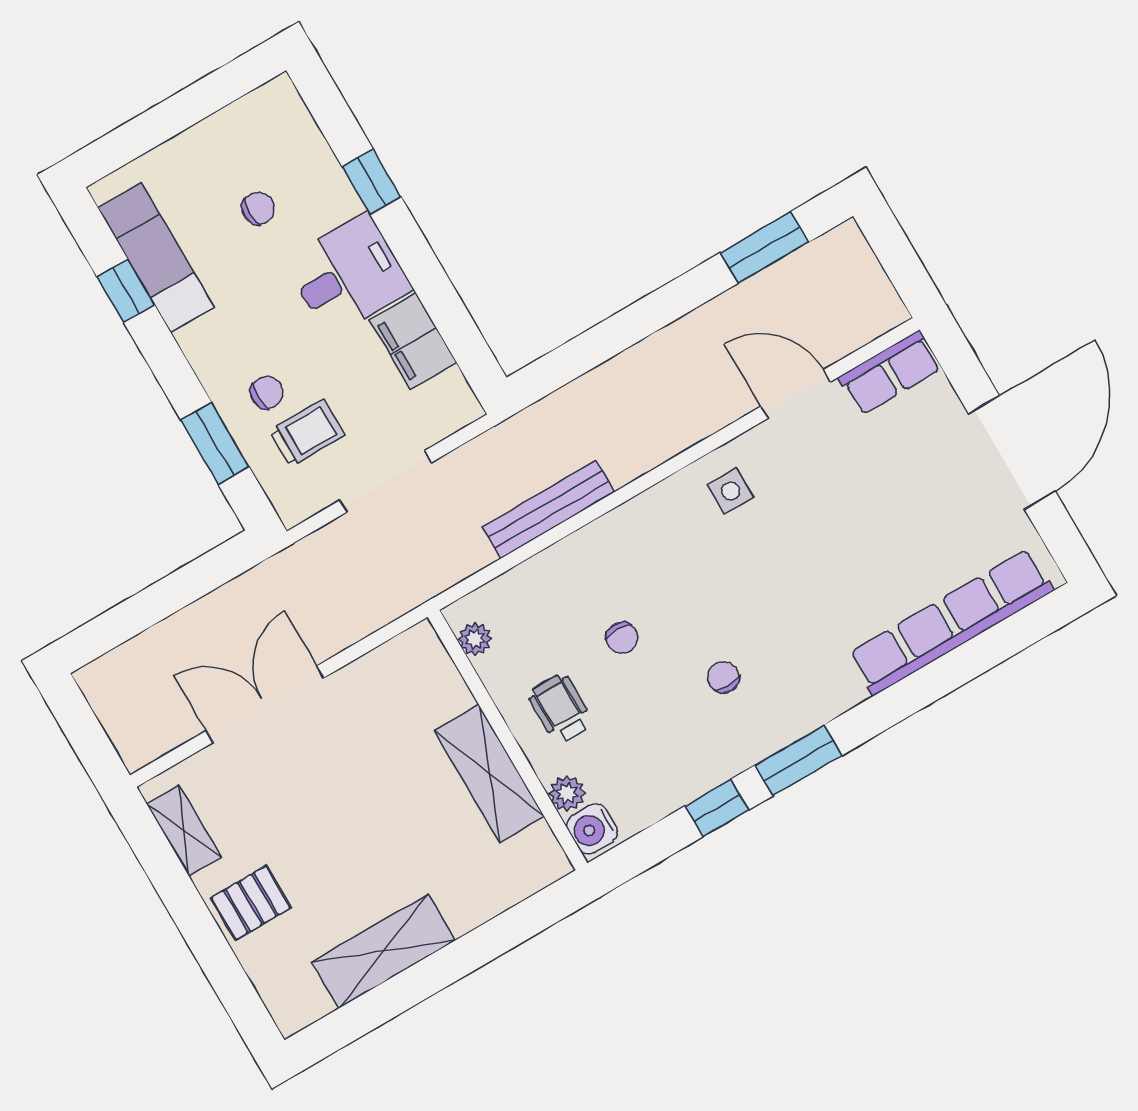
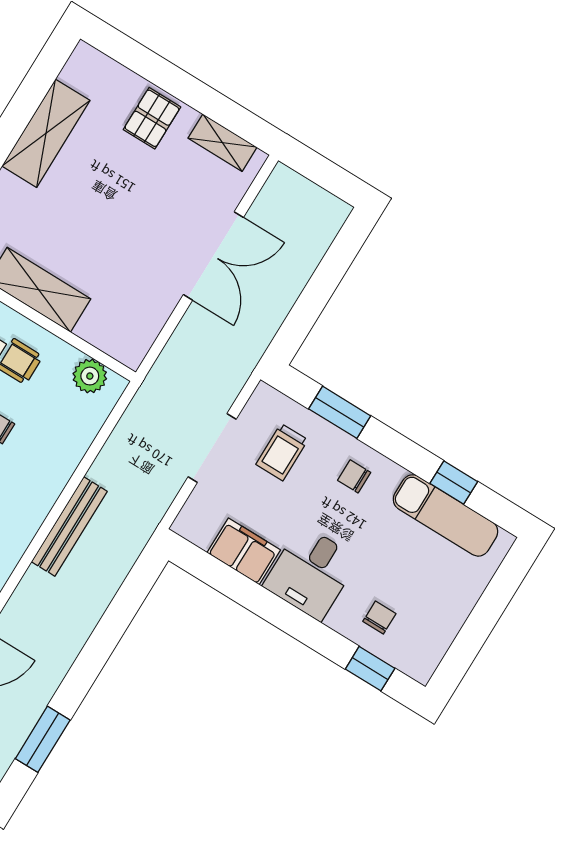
window: (372, 182) -> (370, 669), moved
chair: (258, 208) -> (379, 617), moved, turned 180
chair: (267, 392) -> (354, 476), moved, turned 90
bench: (548, 510) -> (69, 526), moved
plant: (475, 639) -> (90, 376), width x1.38, depth x1.38

